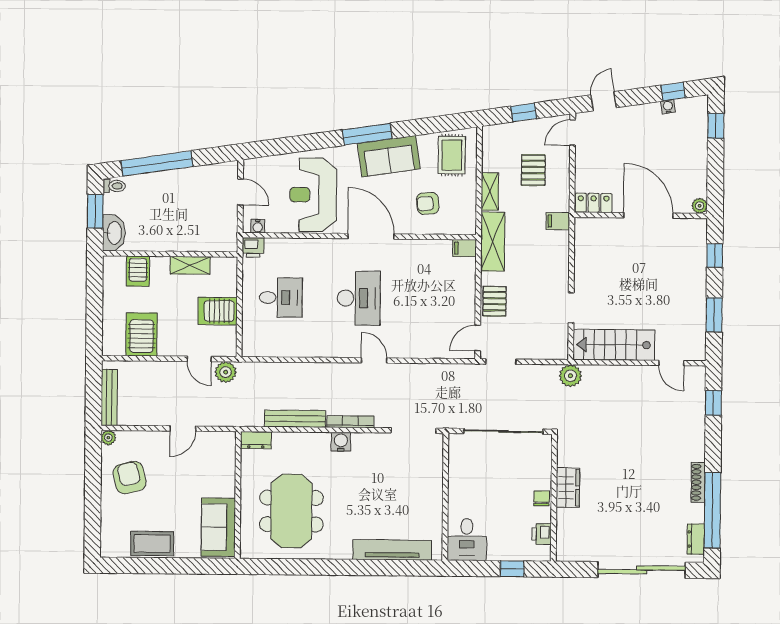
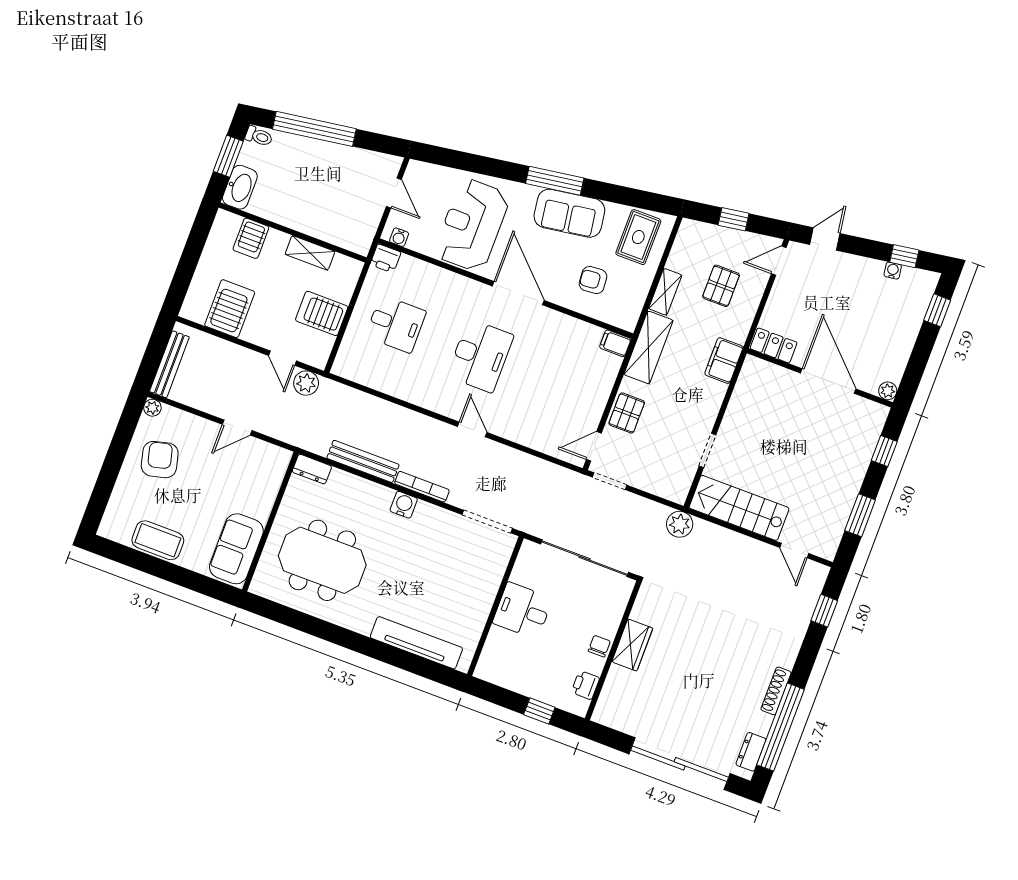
filing cabinet: (558, 221) -> (724, 361), width x2.00
meeting table: (291, 511) -> (322, 560), turned 90
desk: (467, 540) -> (523, 611), moved, turned 90

